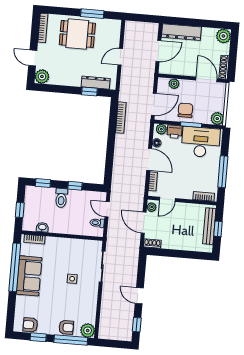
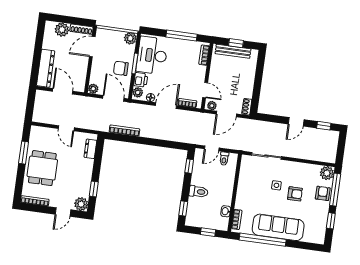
plant: (223, 36) -> (62, 30), moved
dresser: (96, 83) -> (90, 149), width x0.70
plant: (174, 84) -> (93, 89), moved
window: (89, 91) -> (94, 189), moved
window: (75, 186) -> (189, 166), moved
sofa: (29, 276) -> (278, 227), width x1.36
armchair: (30, 325) -> (295, 194), moved, turned -90

